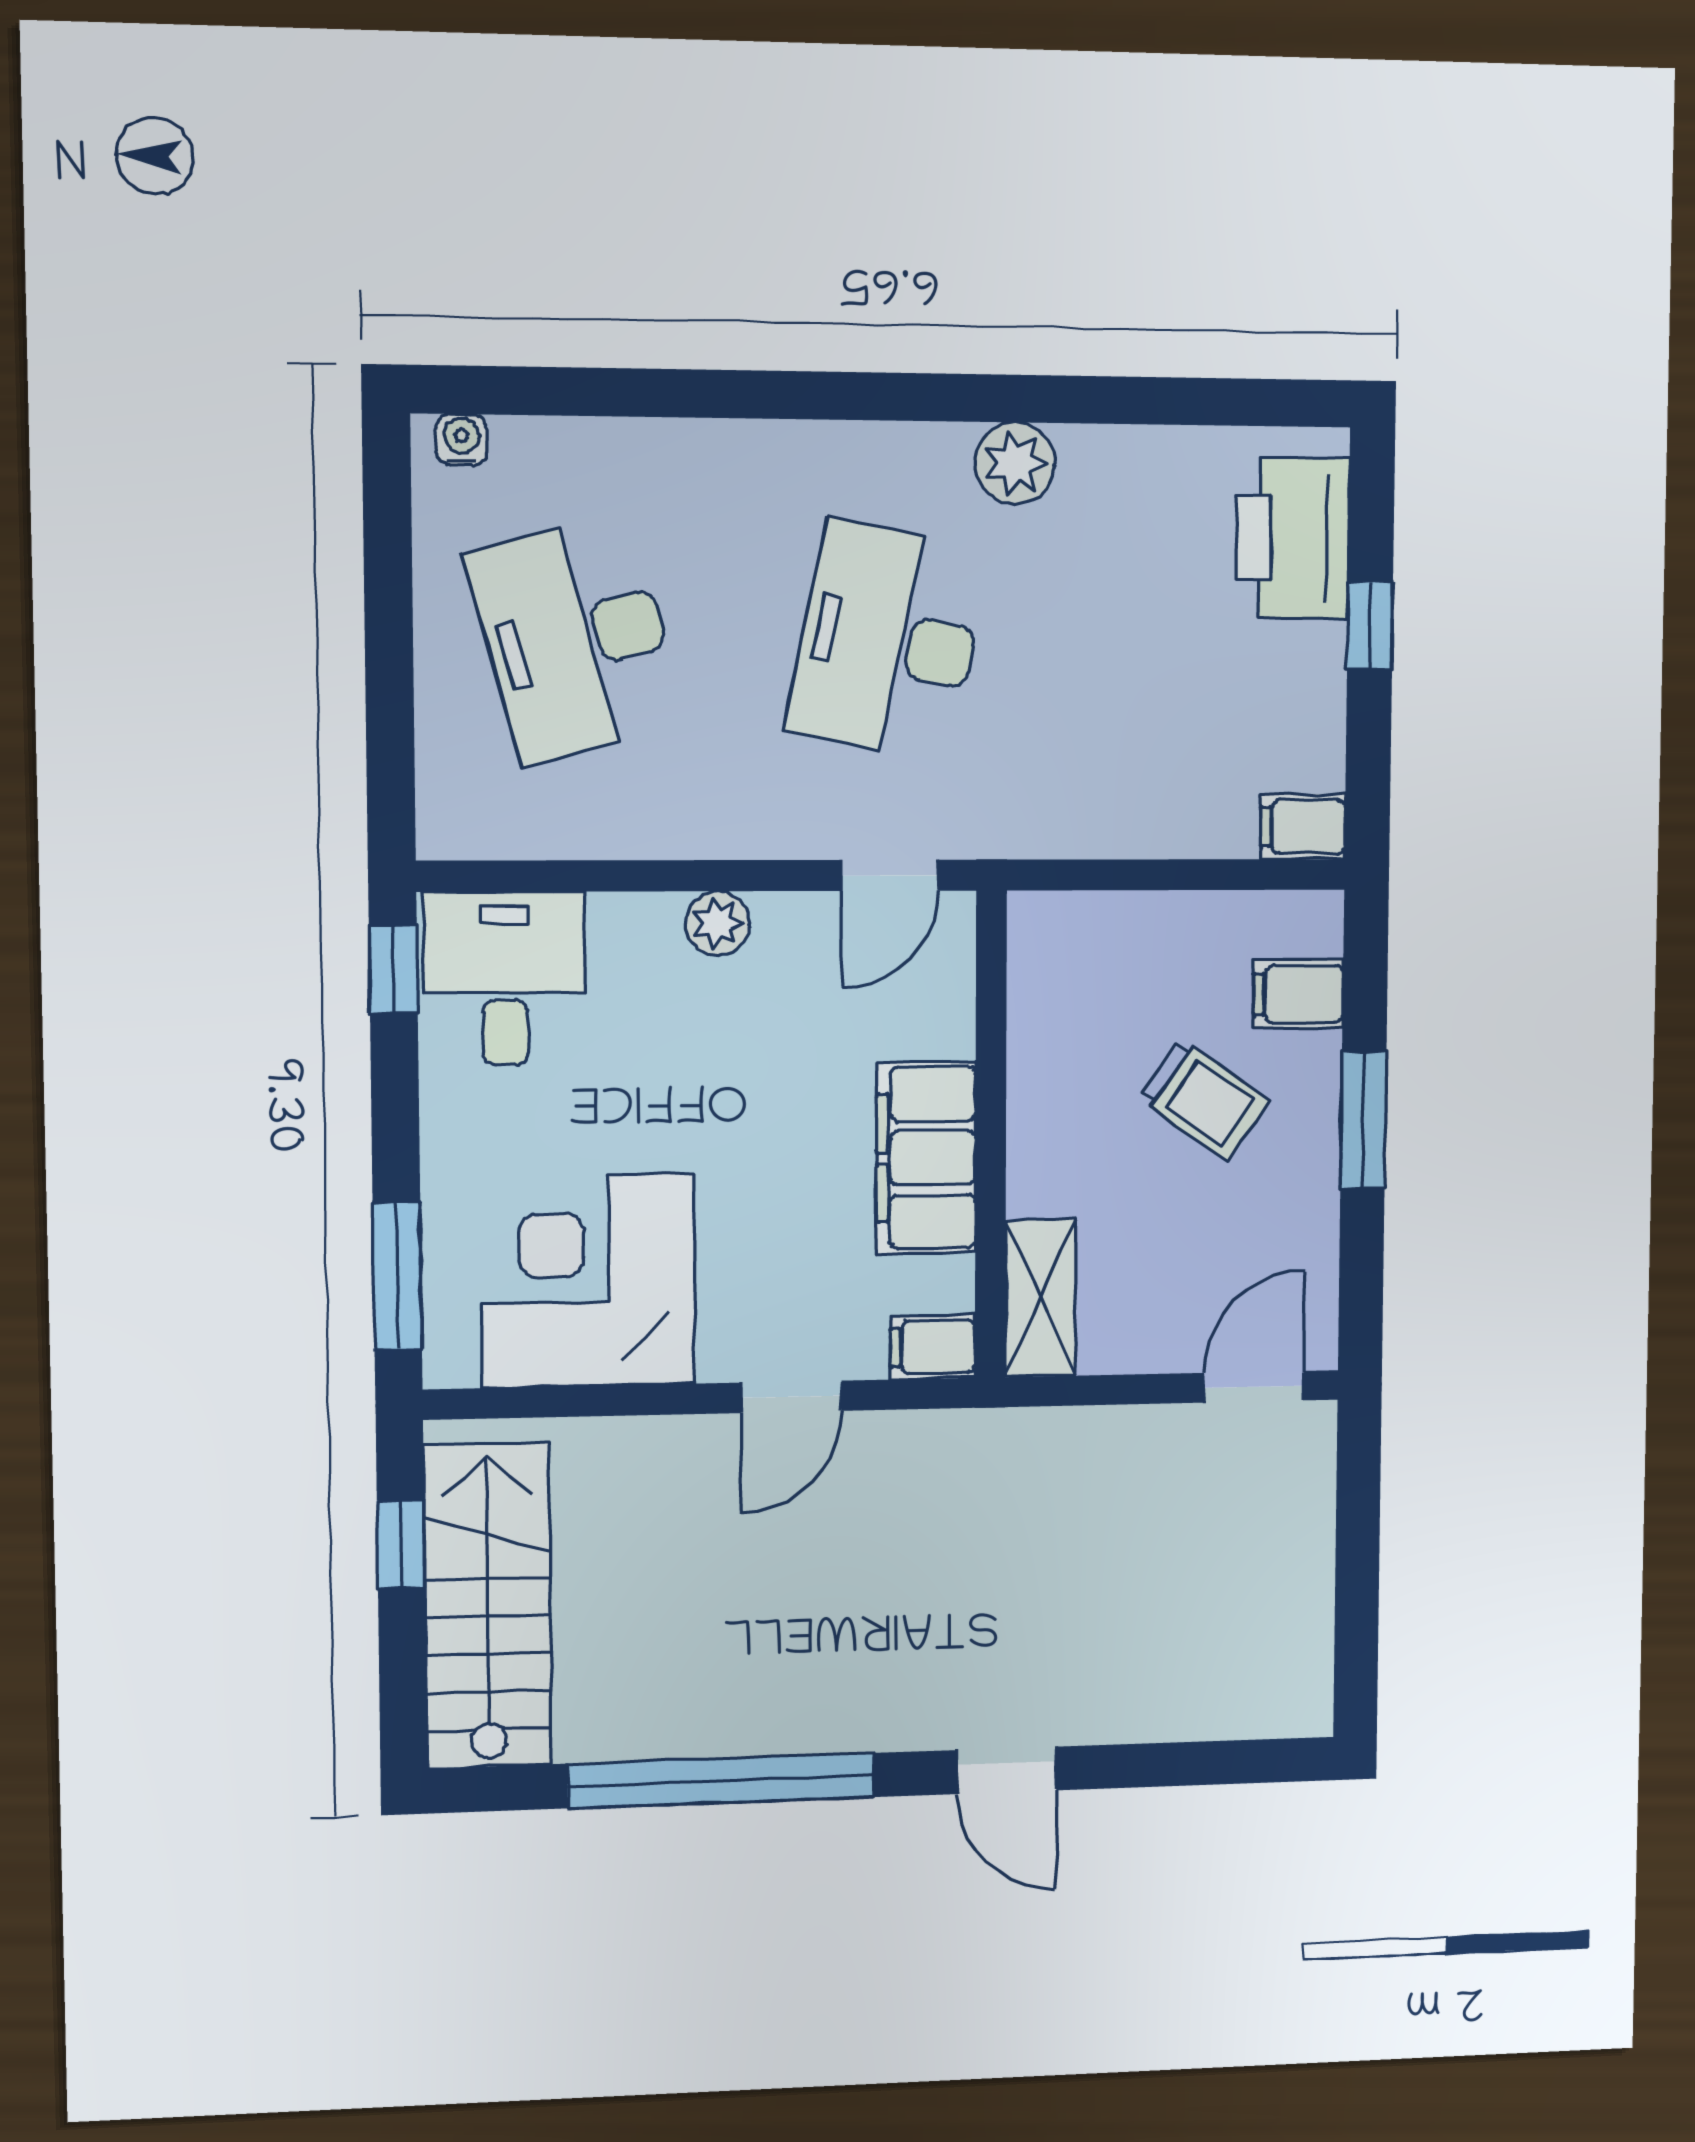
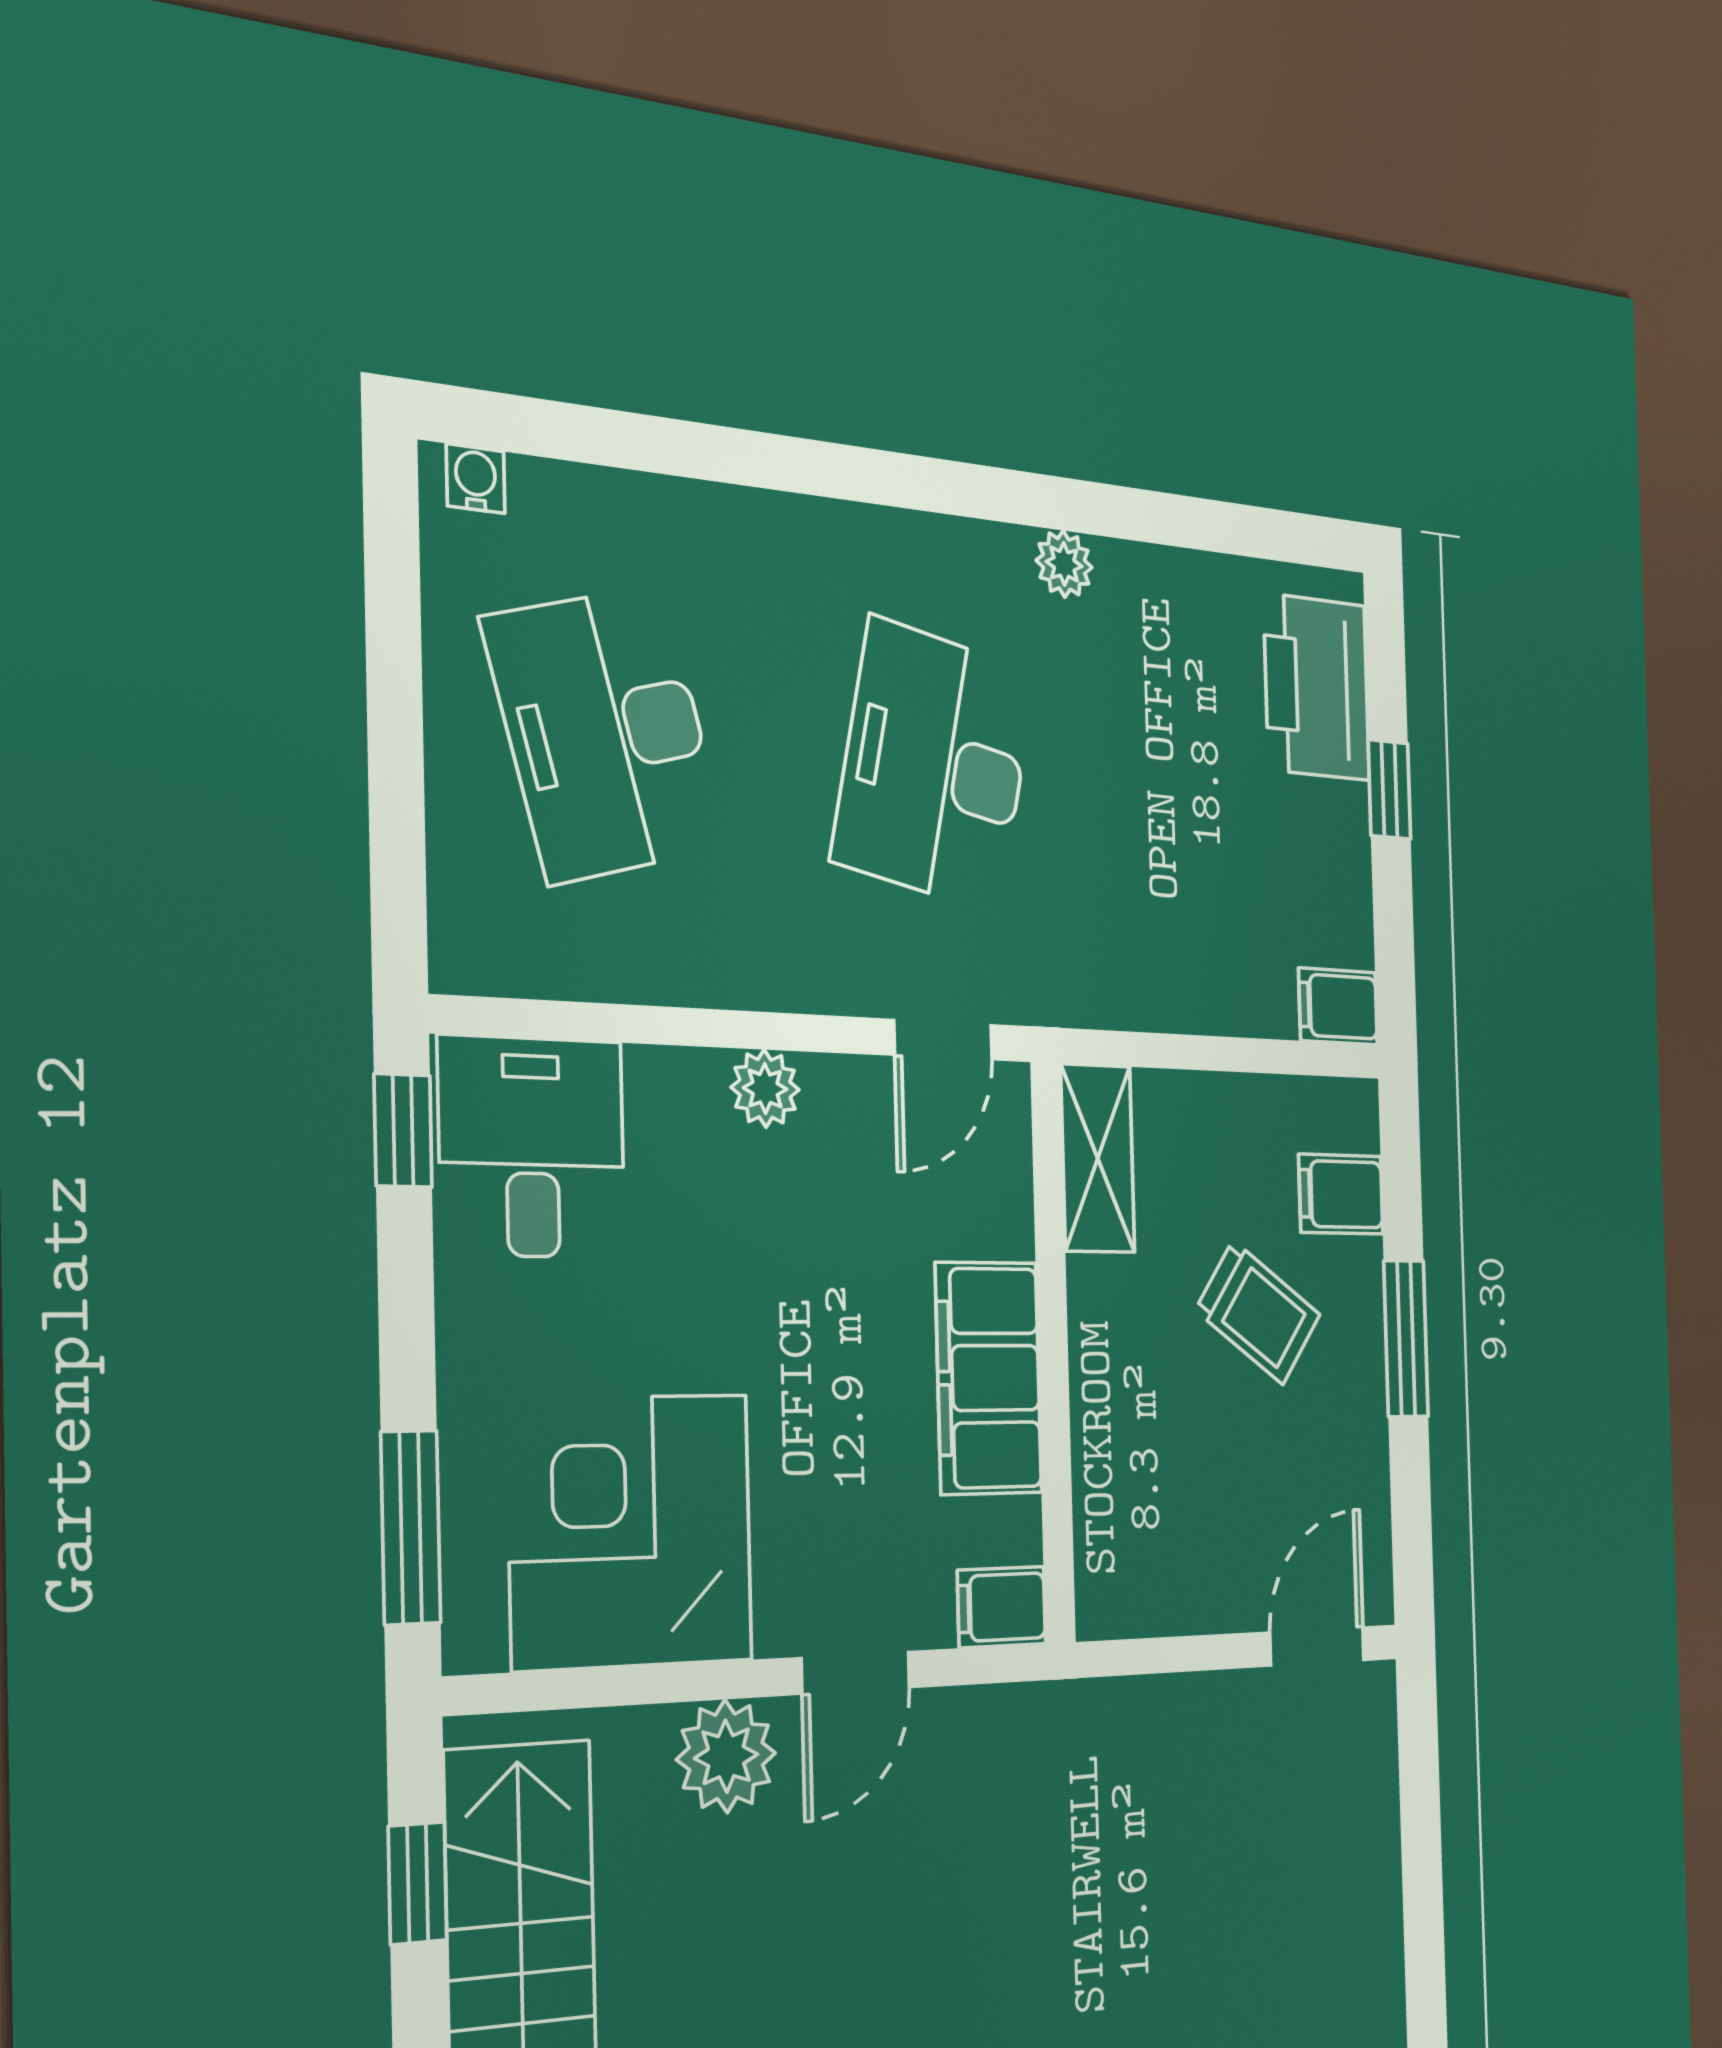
plant: (1015, 463) -> (1064, 564), width x0.73, depth x0.73
shelving: (1040, 1298) -> (1098, 1158), moved
plant: (670, 1459) -> (726, 1756), added

